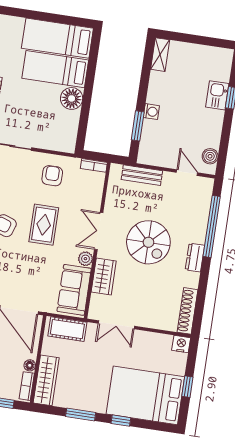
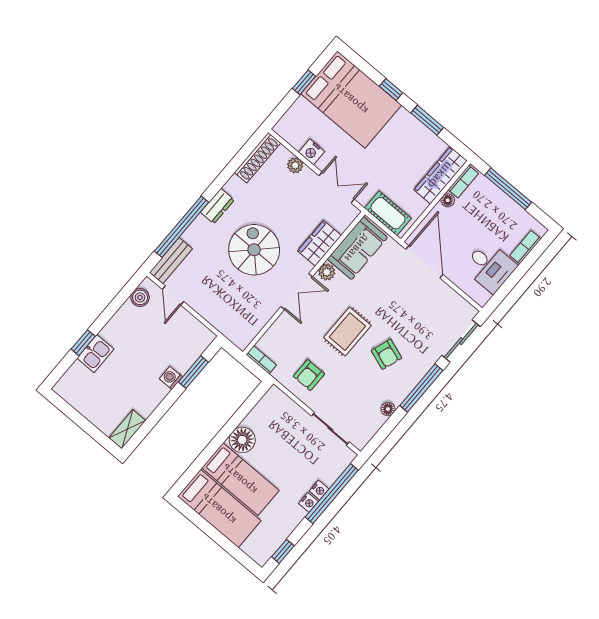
bench: (142, 175) -> (171, 261), moved, turned 90
plant: (157, 322) -> (295, 165), added
nightstand: (181, 344) -> (312, 152), moved

